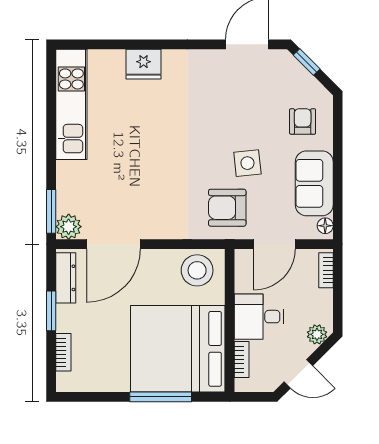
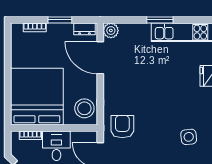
side table: (247, 163) -> (189, 137), moved
window: (51, 211) -> (160, 20), moved
dresser: (66, 278) -> (85, 29), width x0.70
window: (161, 397) -> (8, 86), removed

